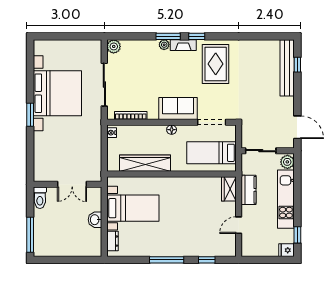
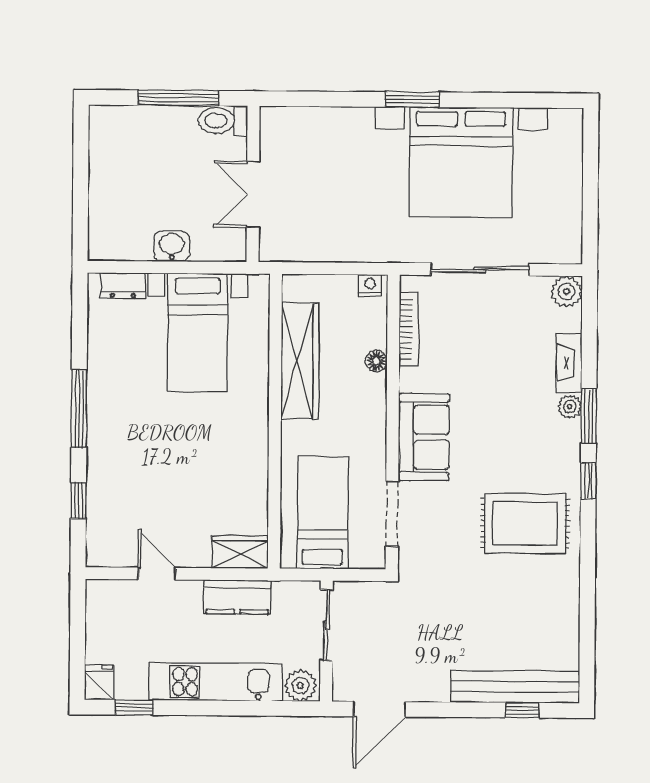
fireplace: (183, 45) -> (569, 363), moved
floor lamp: (172, 130) -> (376, 361), moved
window: (30, 235) -> (178, 98), moved

